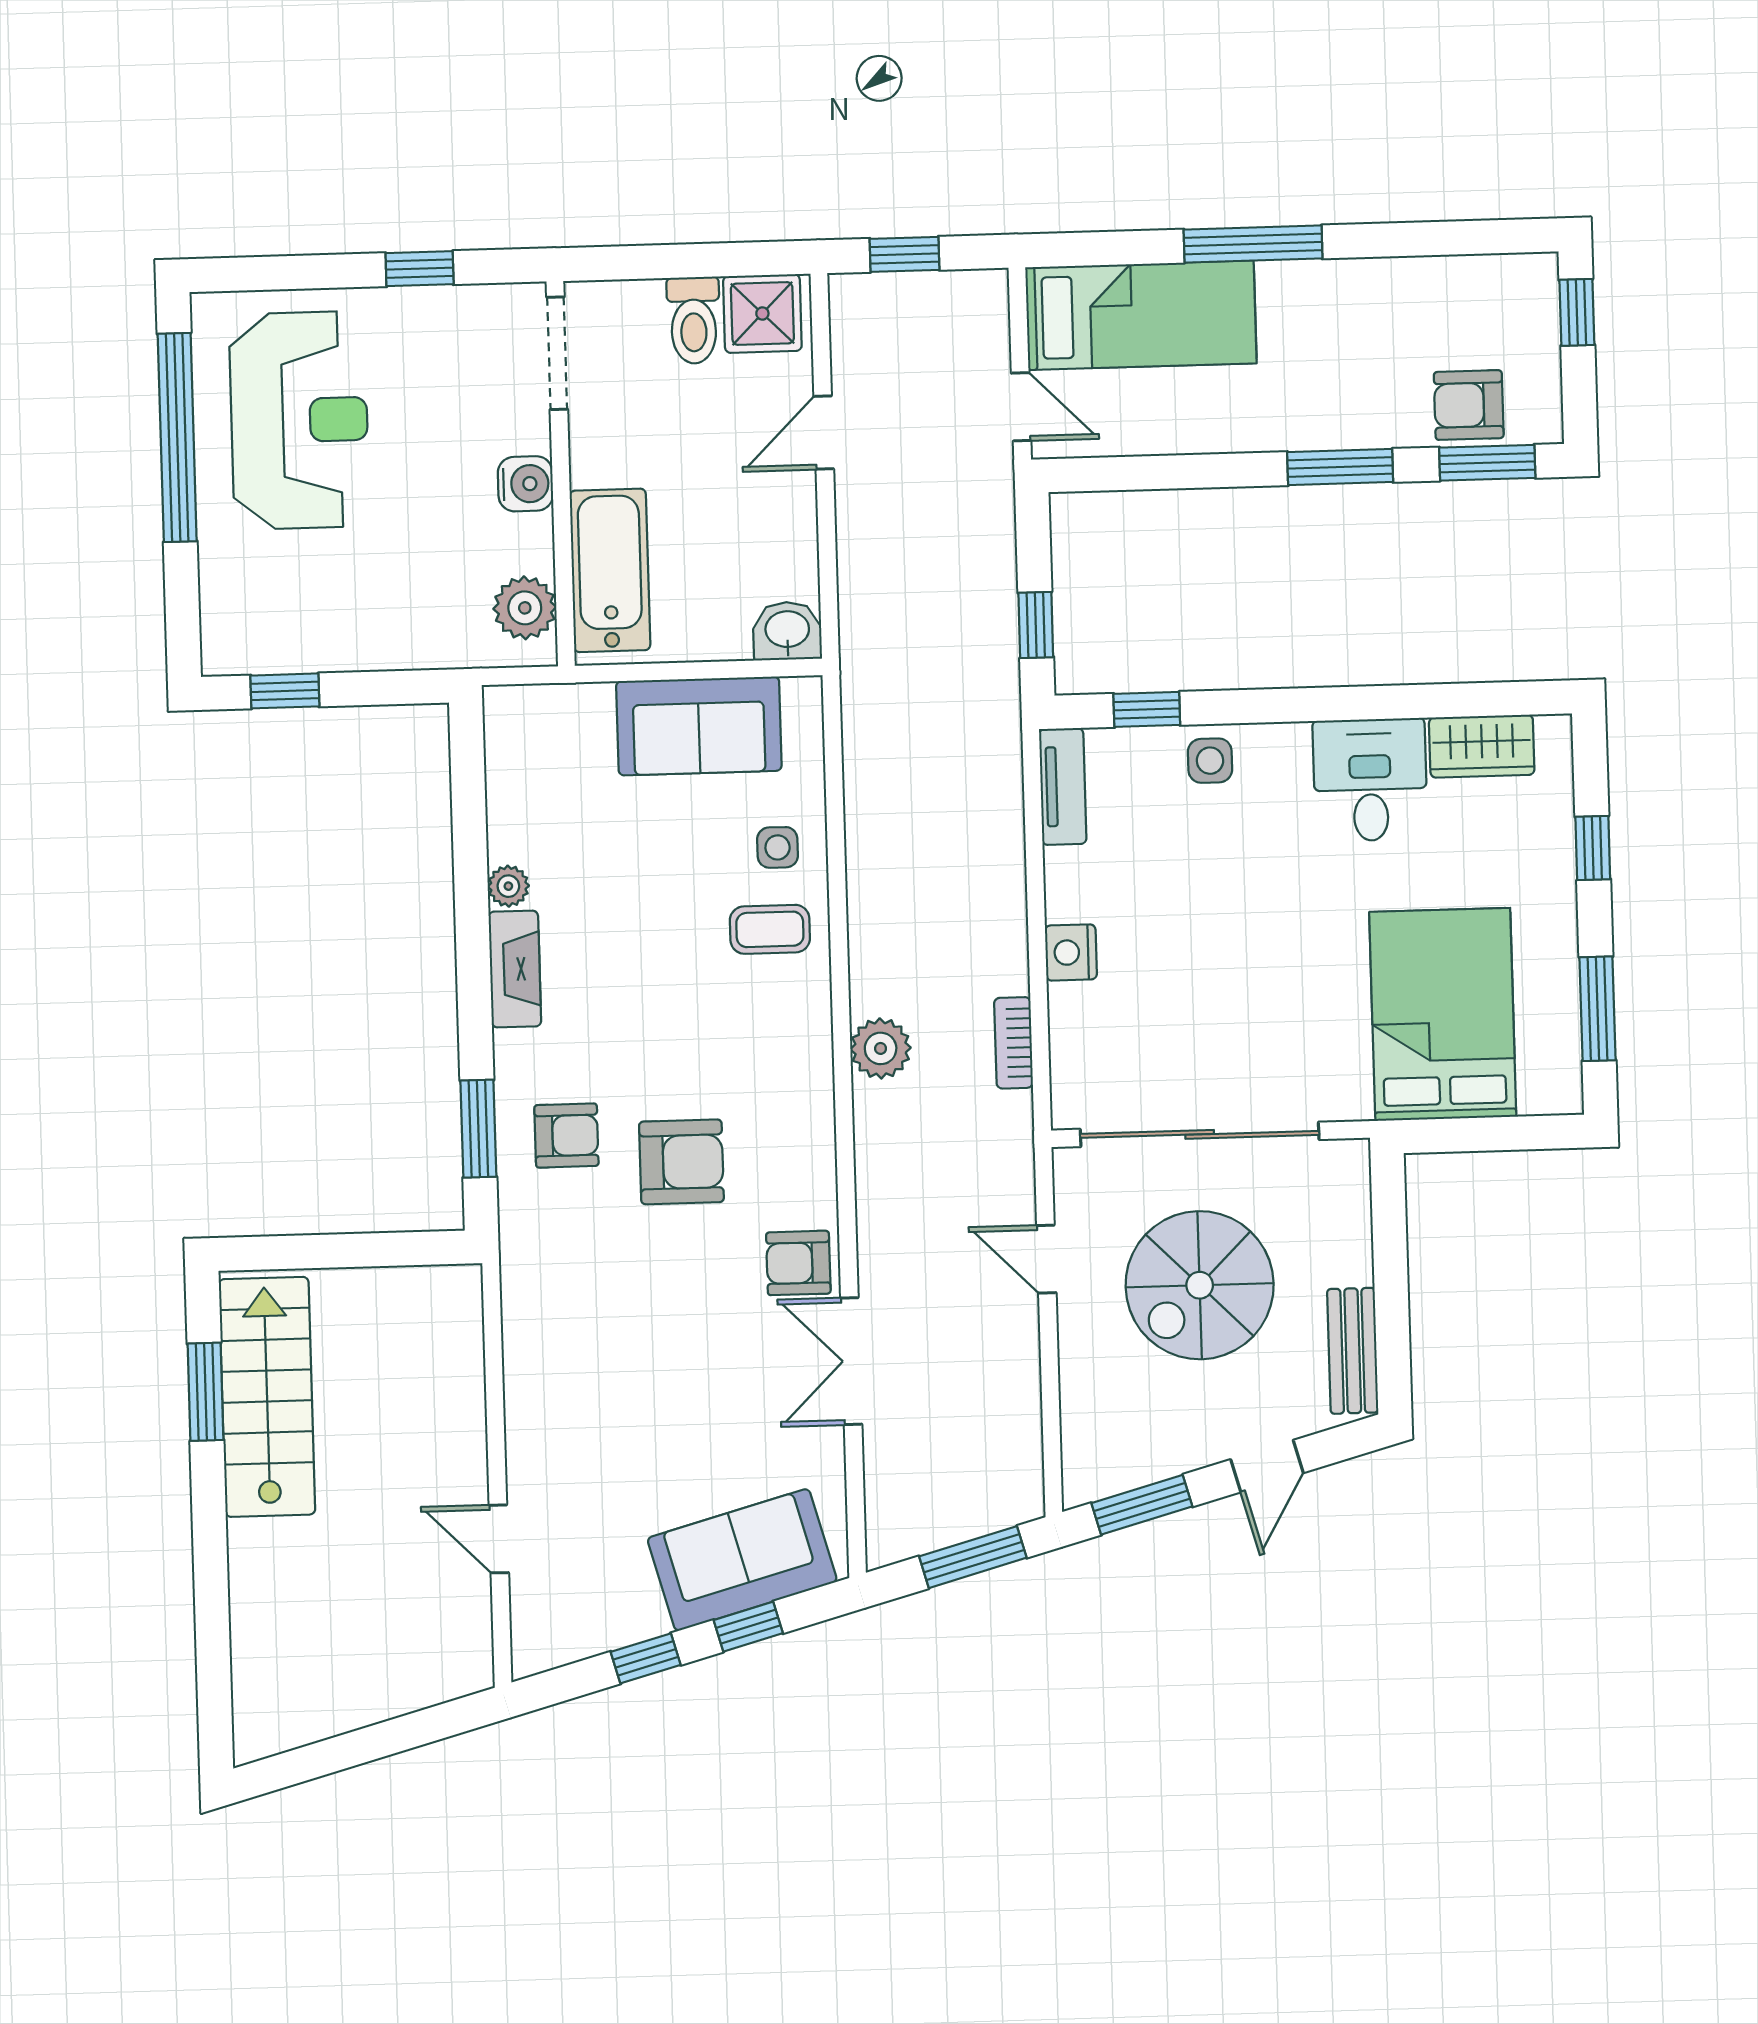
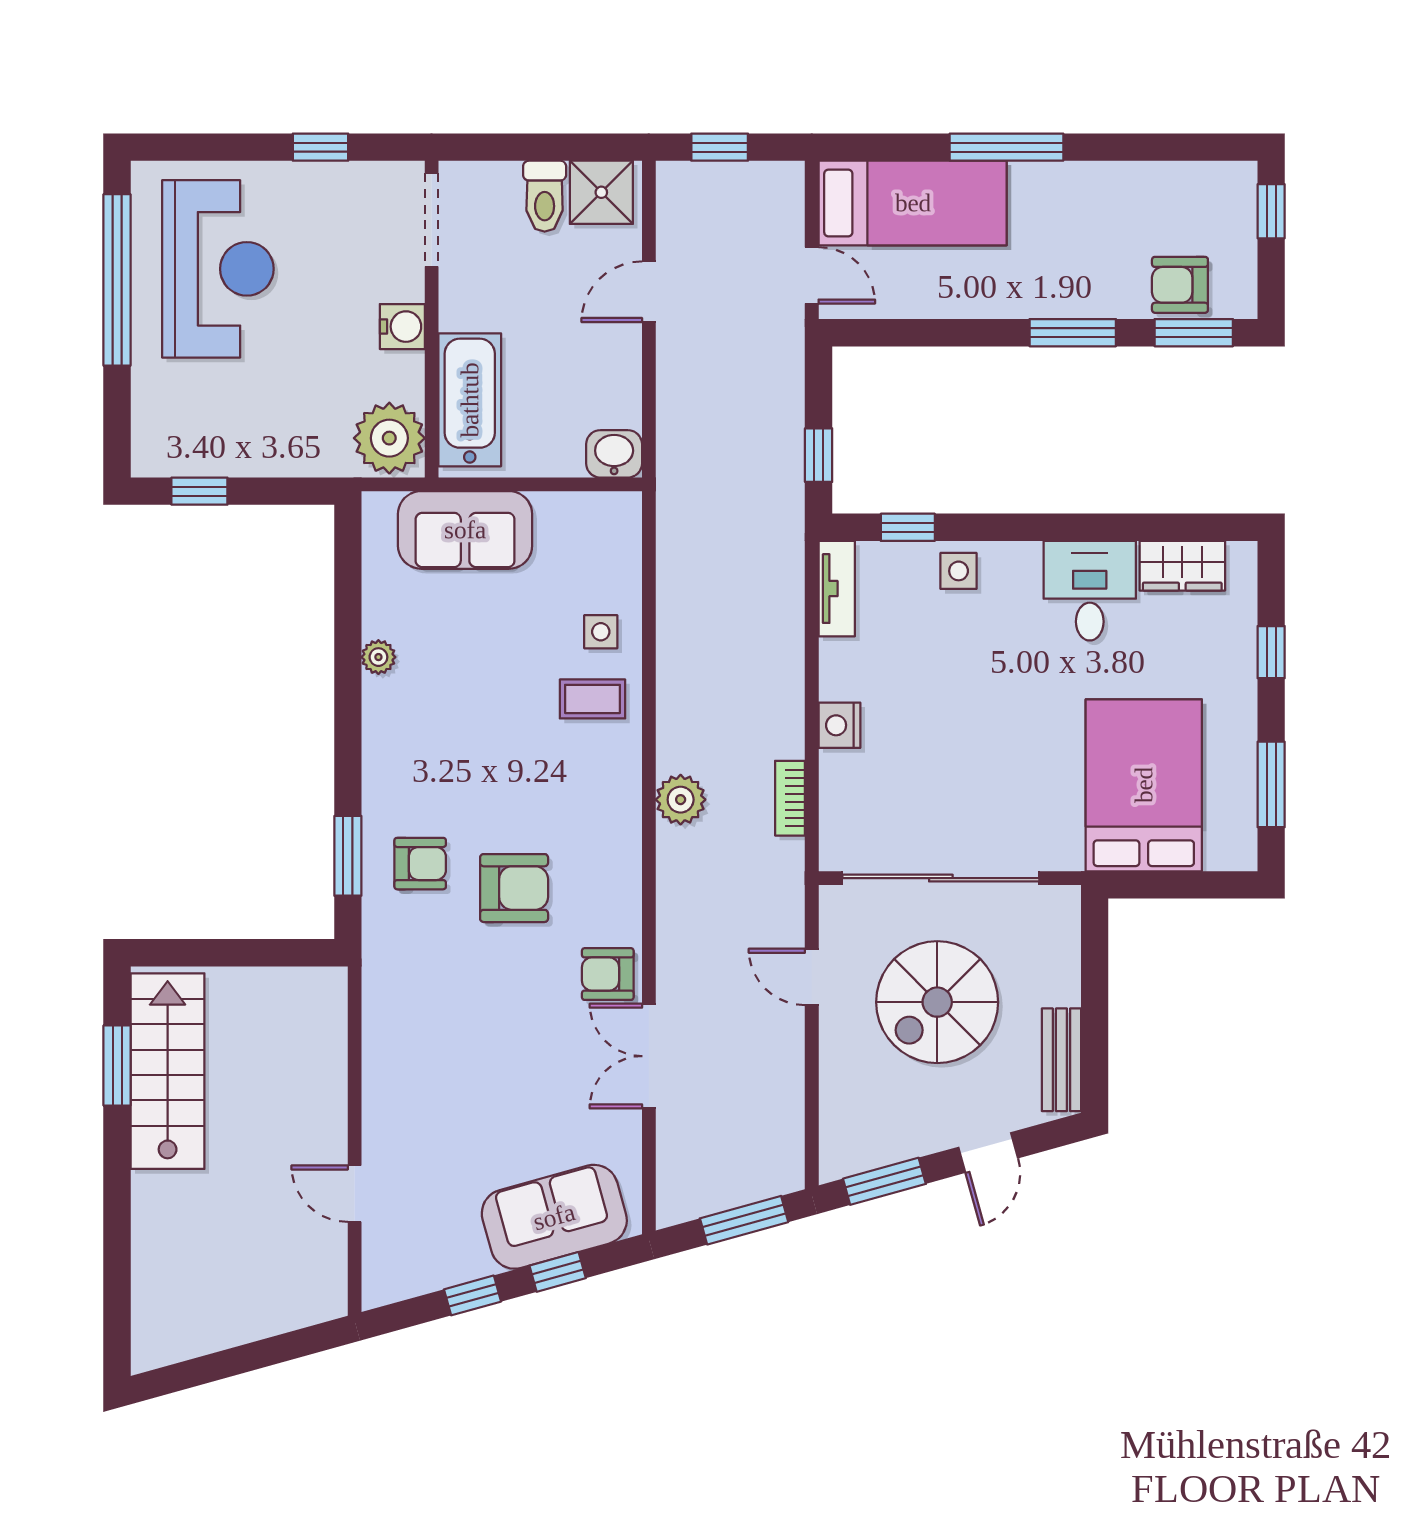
plant: (525, 608) -> (389, 438), width x1.36, depth x1.36
sofa: (699, 726) -> (465, 530), moved
fireplace: (515, 969) -> (382, 725), removed

